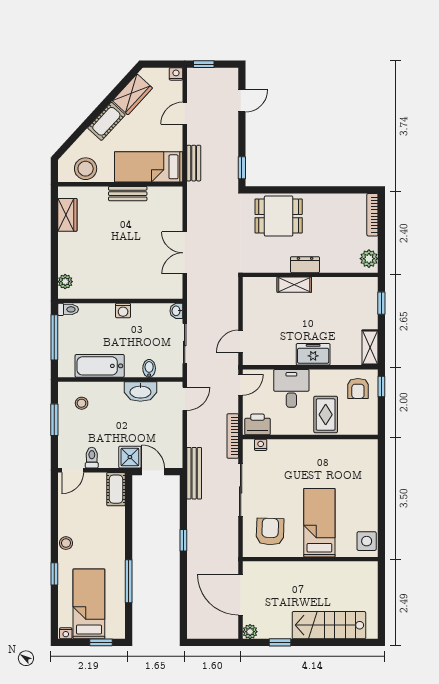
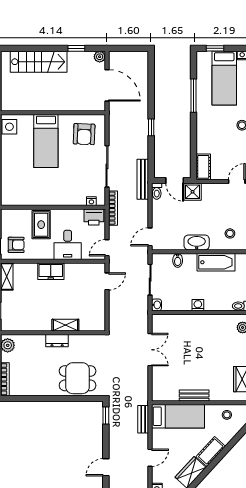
stool: (86, 169) -> (227, 415), width x0.53, depth x0.53
armchair: (358, 388) -> (16, 245), turned 90
washbasin: (140, 391) -> (197, 242), moved
toilet: (92, 458) -> (157, 191), moved

